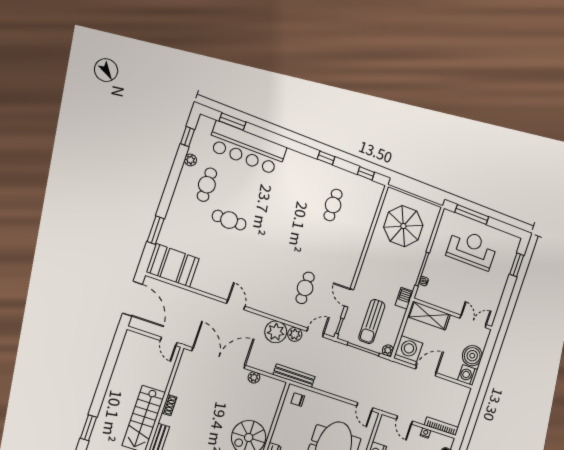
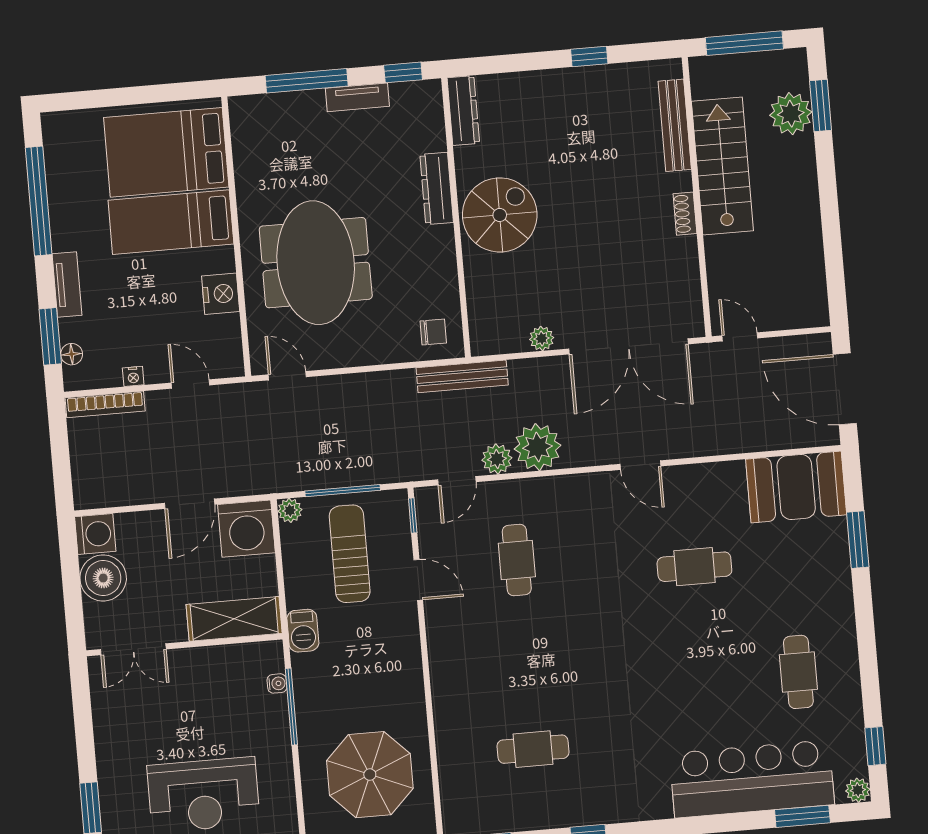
plant: (190, 160) -> (858, 790), moved
cafe table: (333, 205) -> (533, 749), turned 90
cafe table: (229, 220) -> (694, 567), moved
plant: (103, 430) -> (791, 114), added

